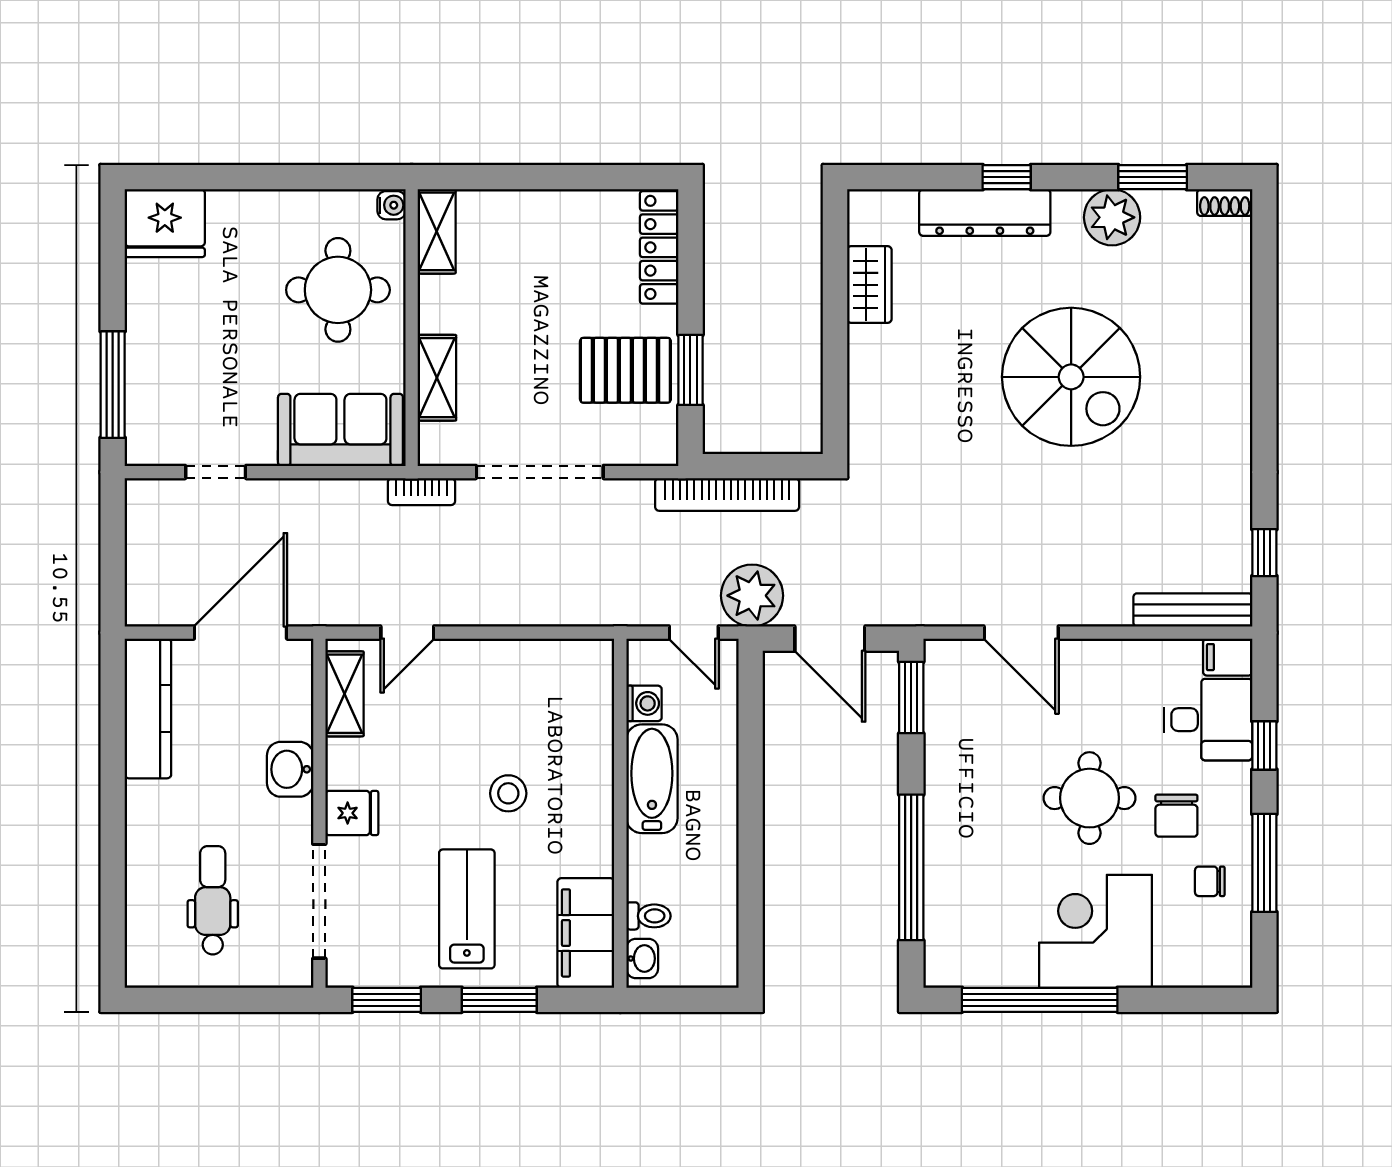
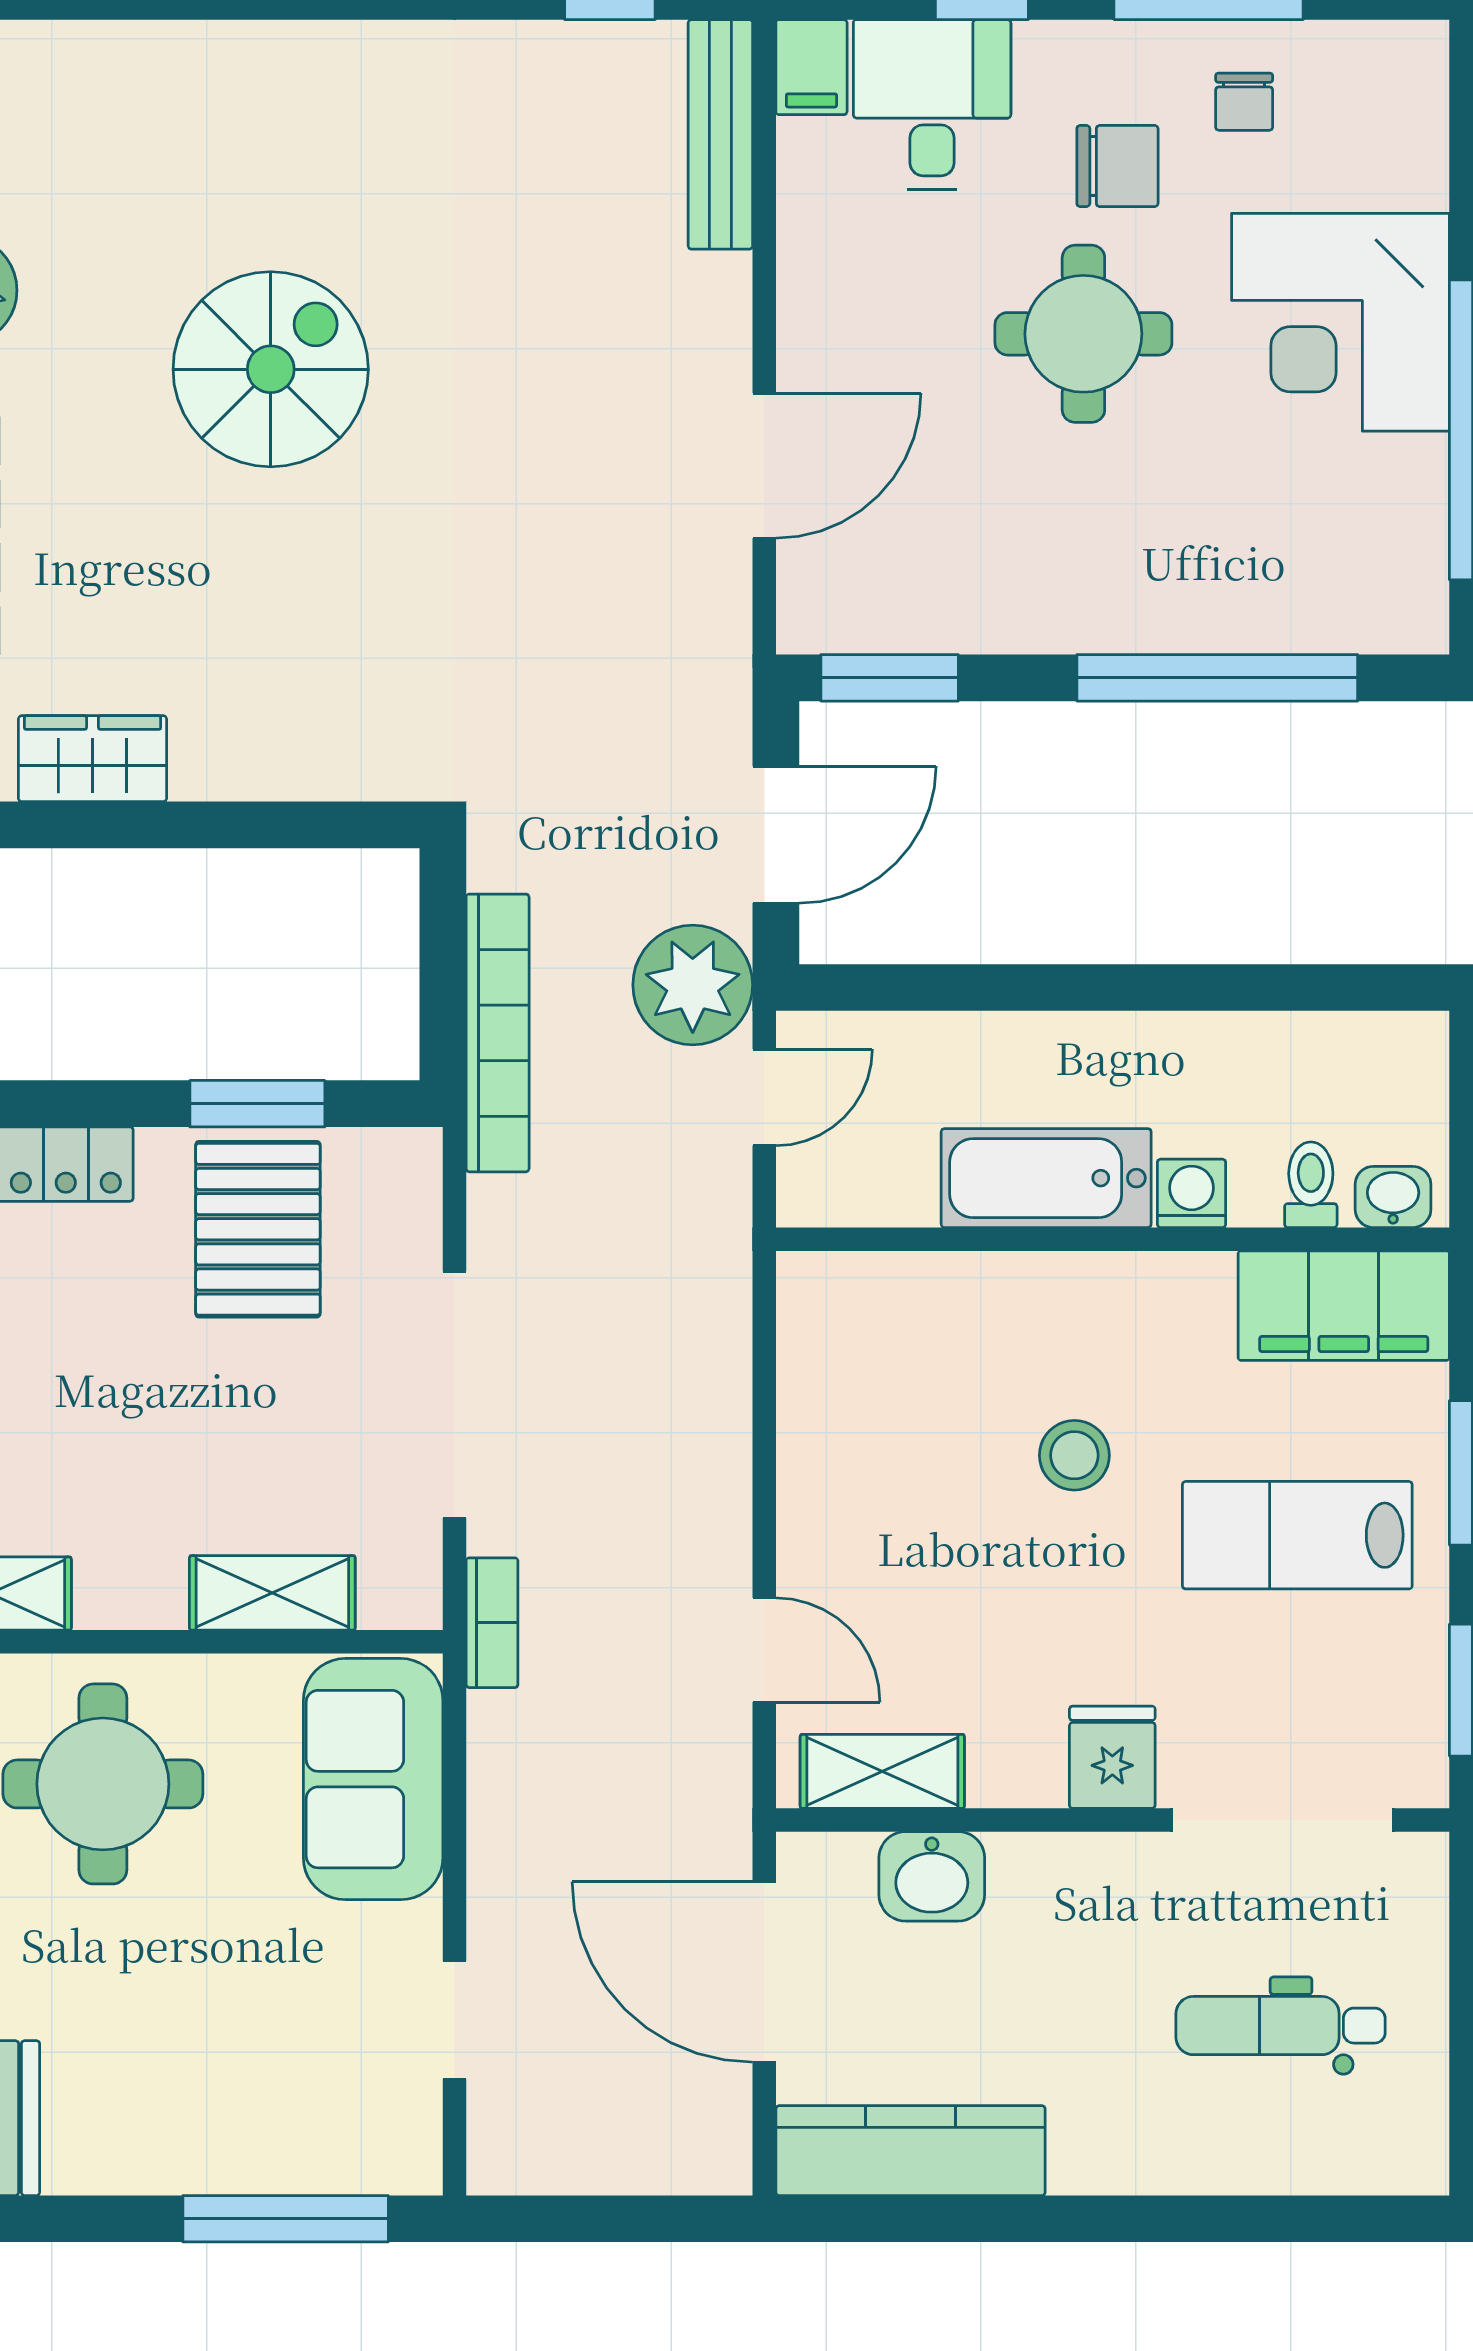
spiral stairs: (1071, 377) -> (271, 369), width x0.73, depth x0.73
washing machine: (644, 703) -> (1192, 1193), moved
washbasin: (290, 769) -> (932, 1876), moved

